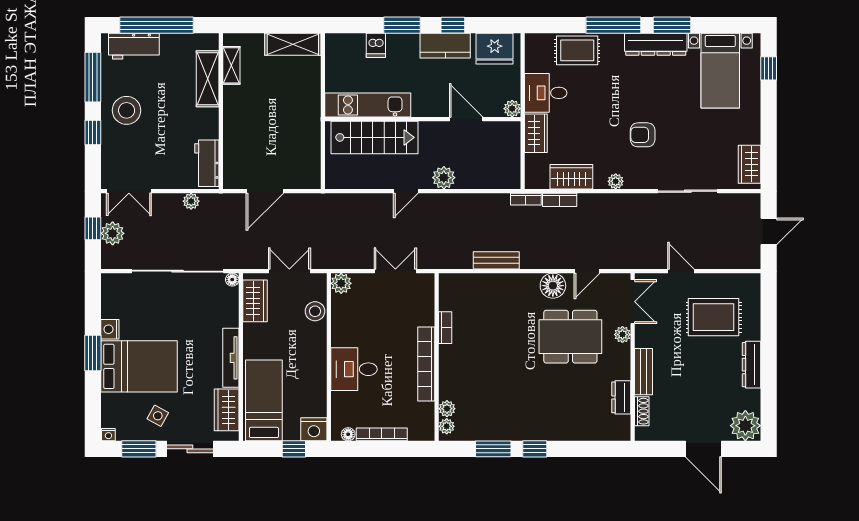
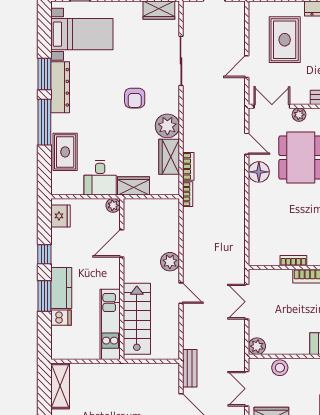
kitchen counter: (445, 46) -> (61, 288), moved
fridge: (495, 49) -> (61, 216), width x0.73, depth x0.75
plant: (616, 181) -> (167, 126), width x1.88, depth x1.88
bench: (496, 260) -> (190, 368), moved

